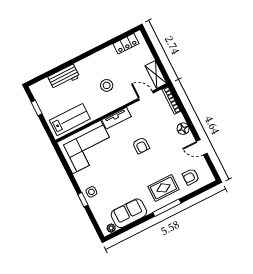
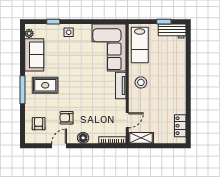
workbench: (64, 77) -> (172, 31), moved, turned -90
stool: (107, 85) -> (141, 82), moved
armchair: (141, 145) -> (67, 118), moved
rug: (163, 188) -> (45, 85), moved, turned 90
window: (83, 200) -> (53, 22), moved

